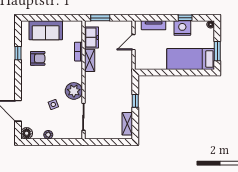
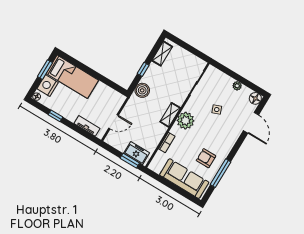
nightstand: (182, 28) -> (48, 86), moved, turned 90
sofa: (46, 30) -> (184, 179), width x1.36
freezer: (92, 37) -> (137, 153), moved, turned 90
window: (18, 53) -> (221, 173), width x2.17
shelving: (90, 60) -> (170, 115), moved
boiler: (125, 83) -> (142, 90), added
plant: (74, 91) -> (186, 121), moved

